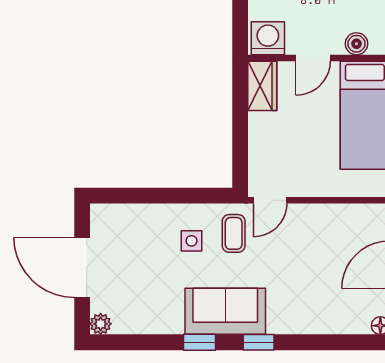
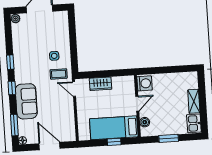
door: (313, 58) -> (137, 104), swing flipped
wardrobe: (262, 86) -> (100, 84), moved
sofa: (225, 311) -> (26, 101), moved
window: (344, 342) -> (14, 125), added

